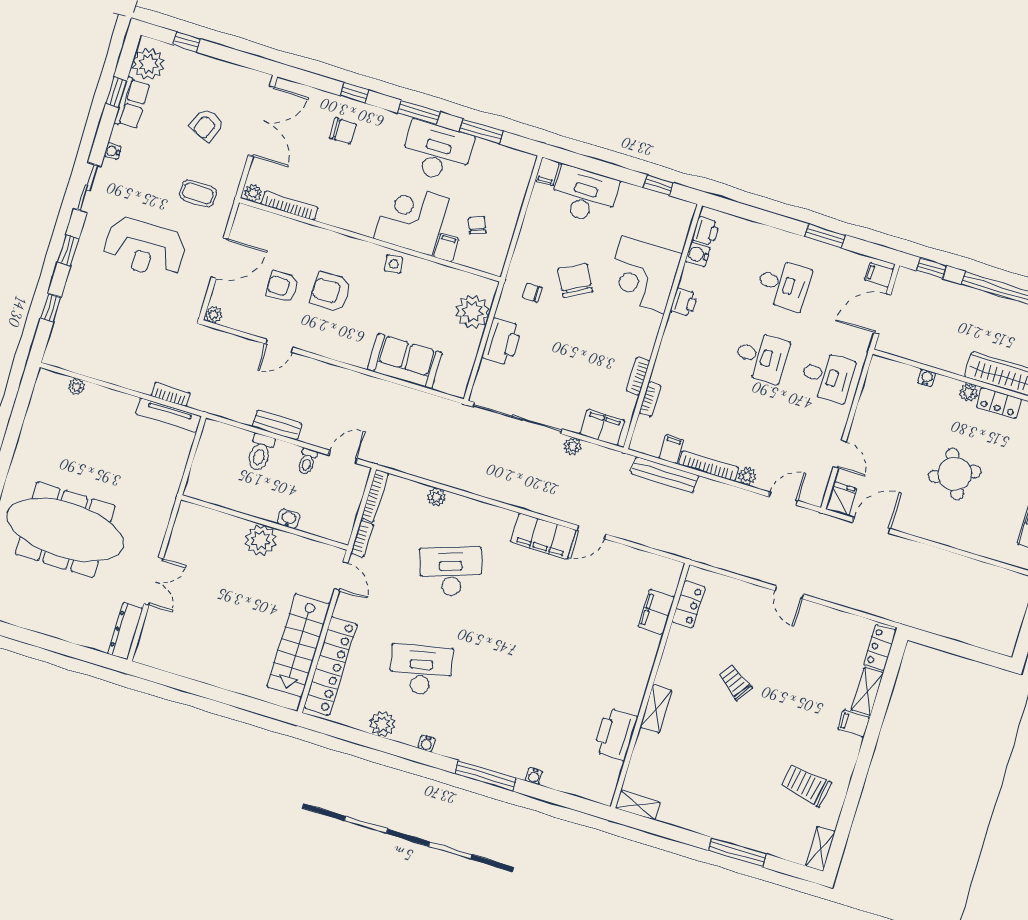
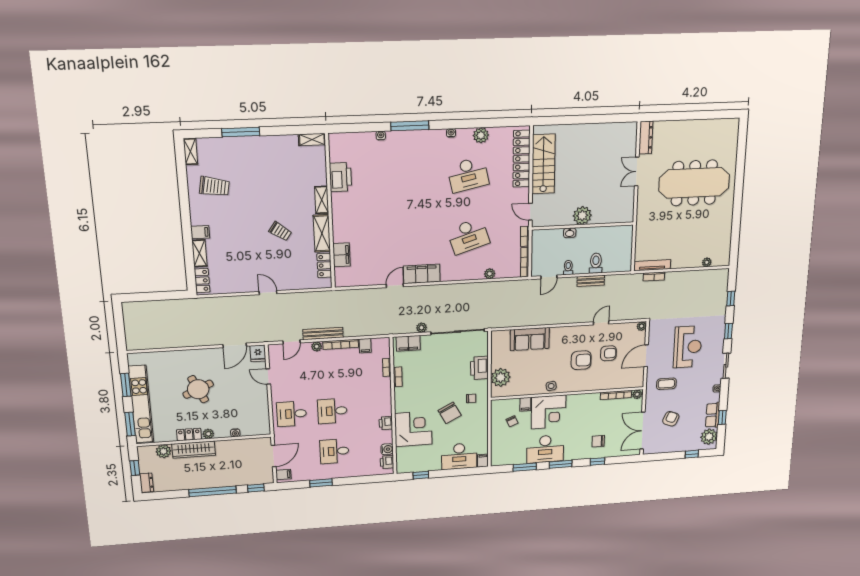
reception desk: (145, 248) -> (688, 347), turned 90
bench: (664, 475) -> (323, 333), moved
shelving: (674, 657) -> (322, 233), added

